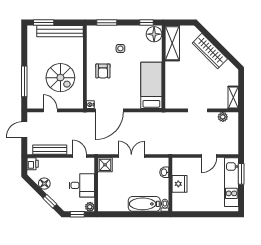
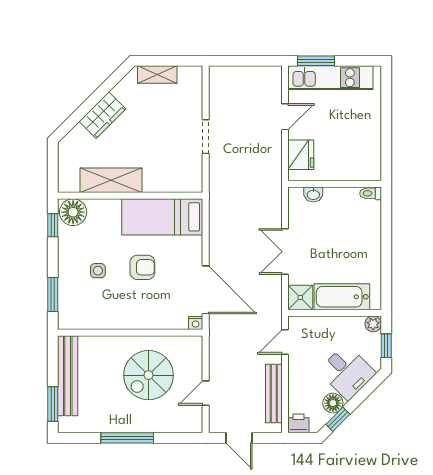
shelving: (172, 43) -> (111, 180), moved
wardrobe: (210, 51) -> (102, 115), width x0.67
armchair: (103, 71) -> (142, 267), moved
spiral stairs: (60, 78) -> (148, 375), turned 180
window: (24, 81) -> (127, 438), moved
shelving: (233, 97) -> (157, 75), moved
plant: (223, 117) -> (217, 93), removed
door: (209, 156) -> (285, 117), hinge flipped
fridge: (179, 184) -> (301, 155), moved, turned 90
desk: (82, 185) -> (347, 372), moved, turned 135
window: (50, 201) -> (338, 419), moved
bathtub: (144, 204) -> (342, 297), moved, turned 90

